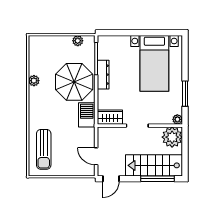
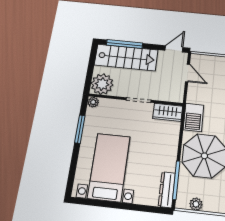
dresser: (103, 75) -> (167, 190), moved

